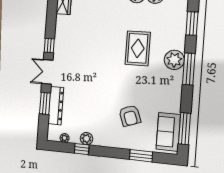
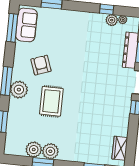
armchair: (130, 116) -> (41, 65), moved
plant: (87, 139) -> (112, 20), moved

